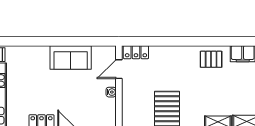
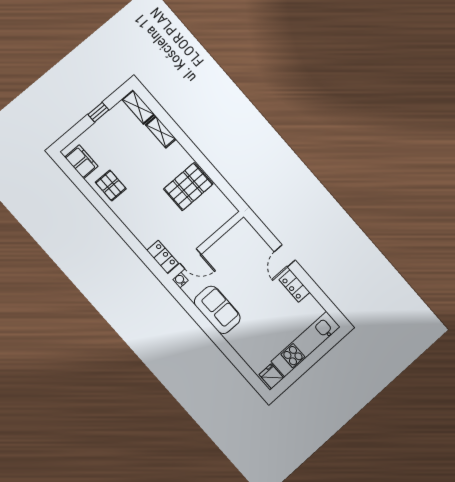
water cooler: (111, 92) -> (180, 280), moved

